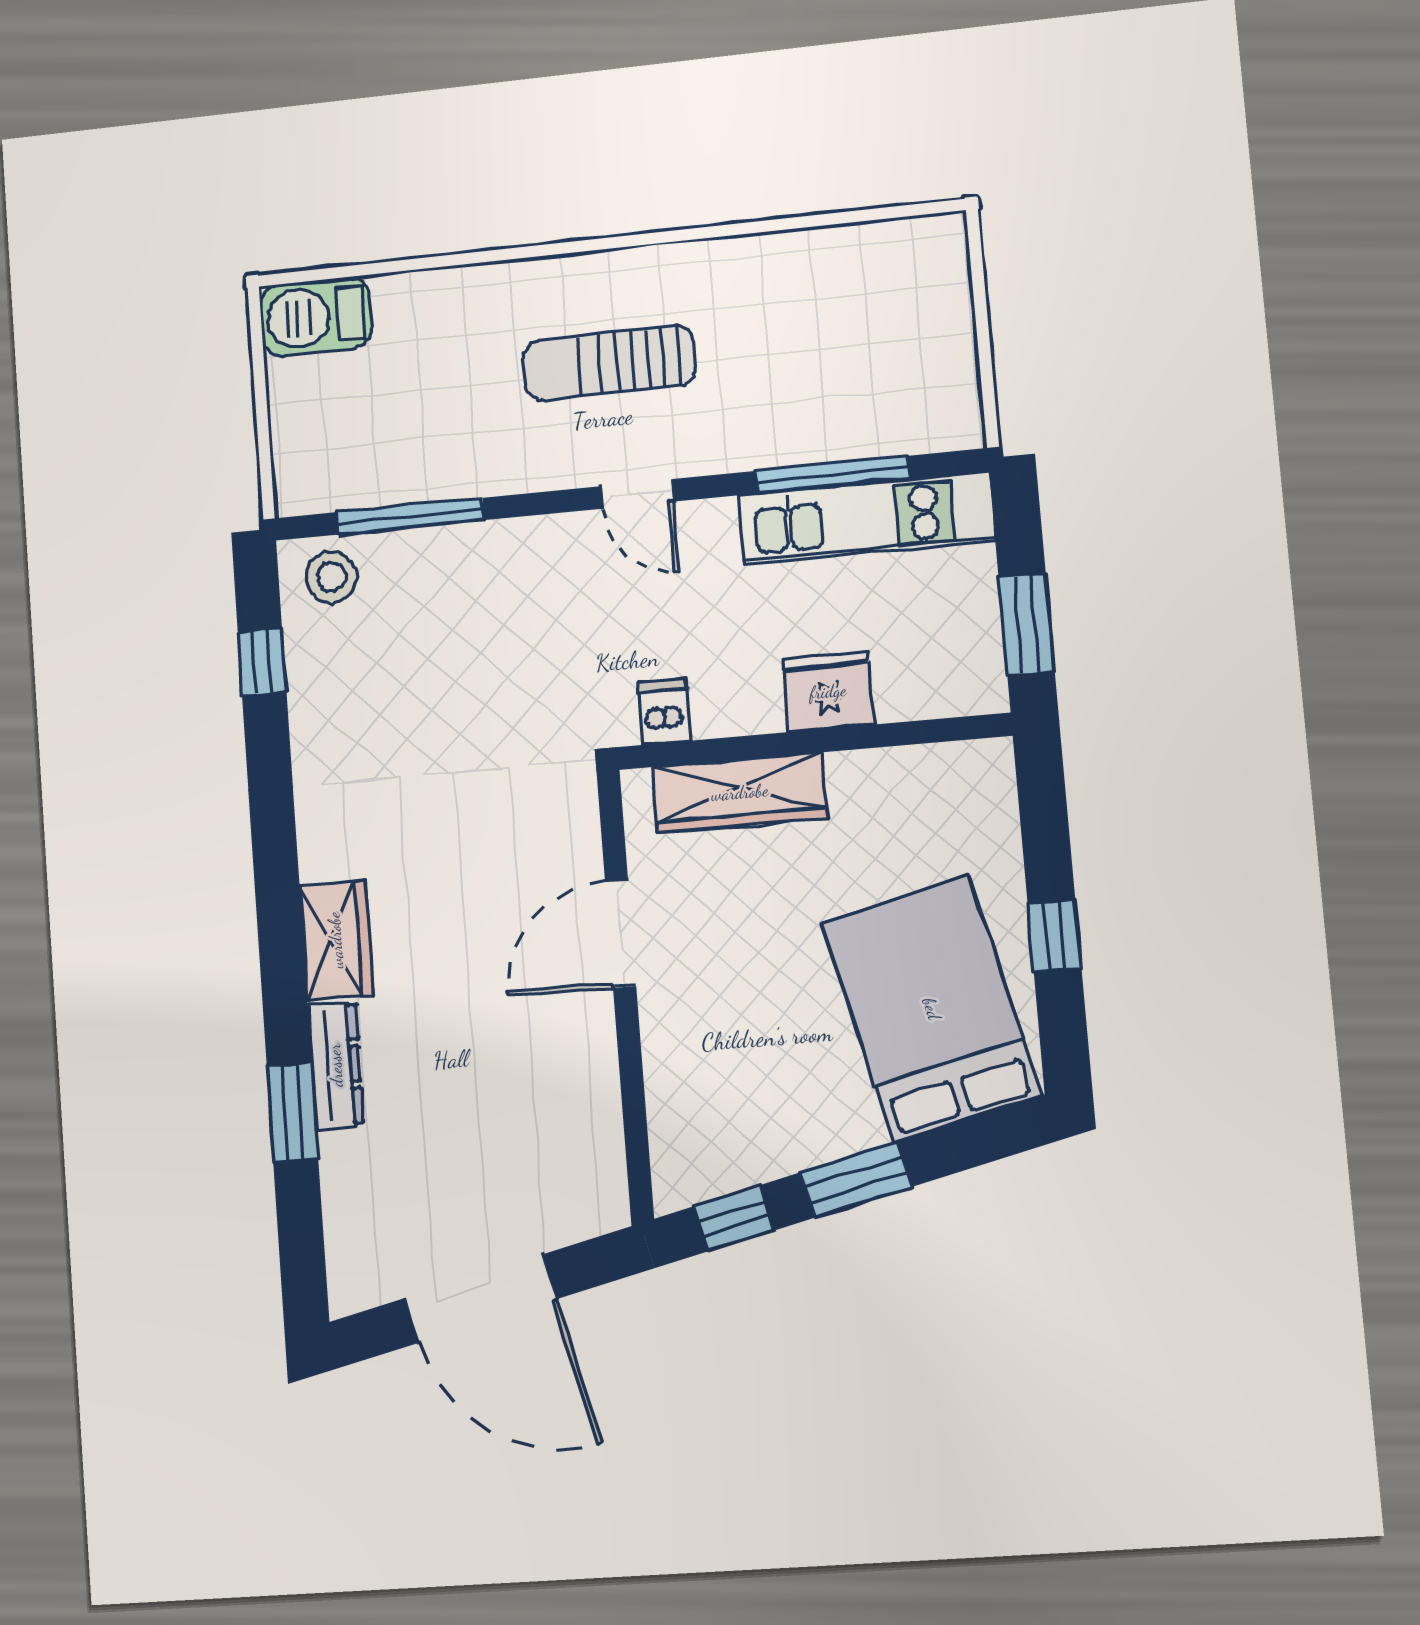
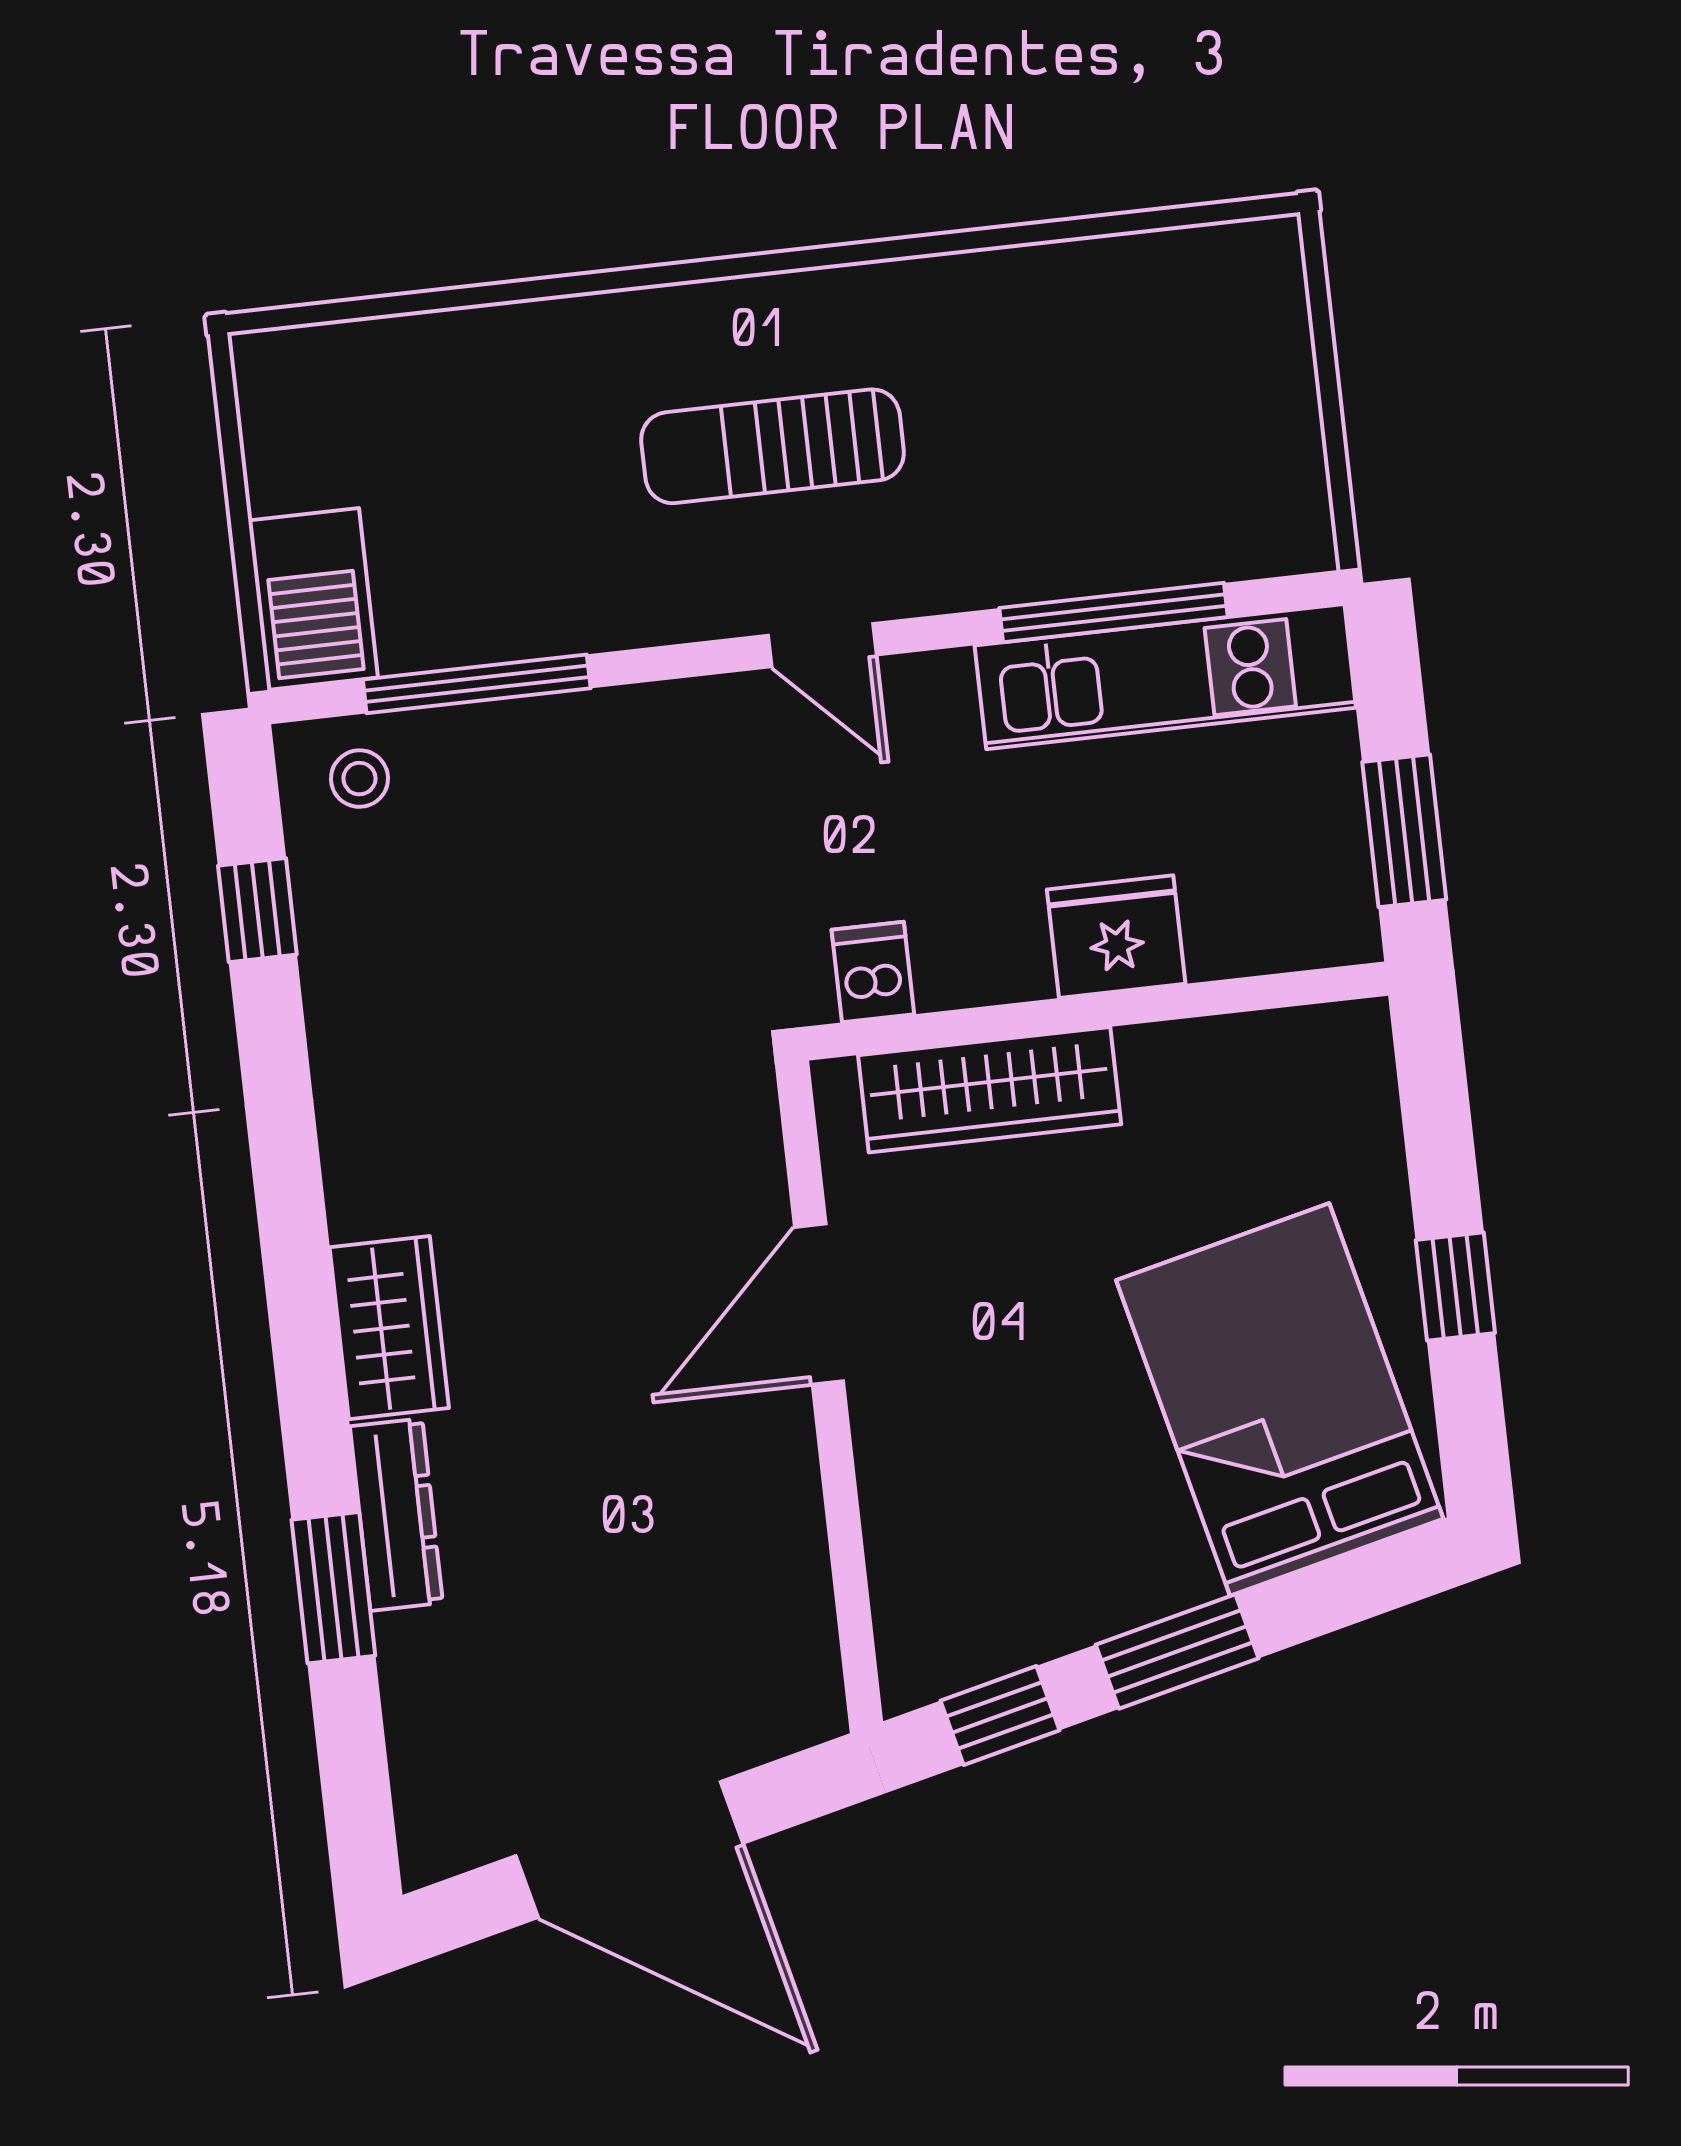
barbecue: (316, 317) -> (313, 599), moved, turned -90
stool: (331, 577) -> (359, 779), width x0.73, depth x0.73

